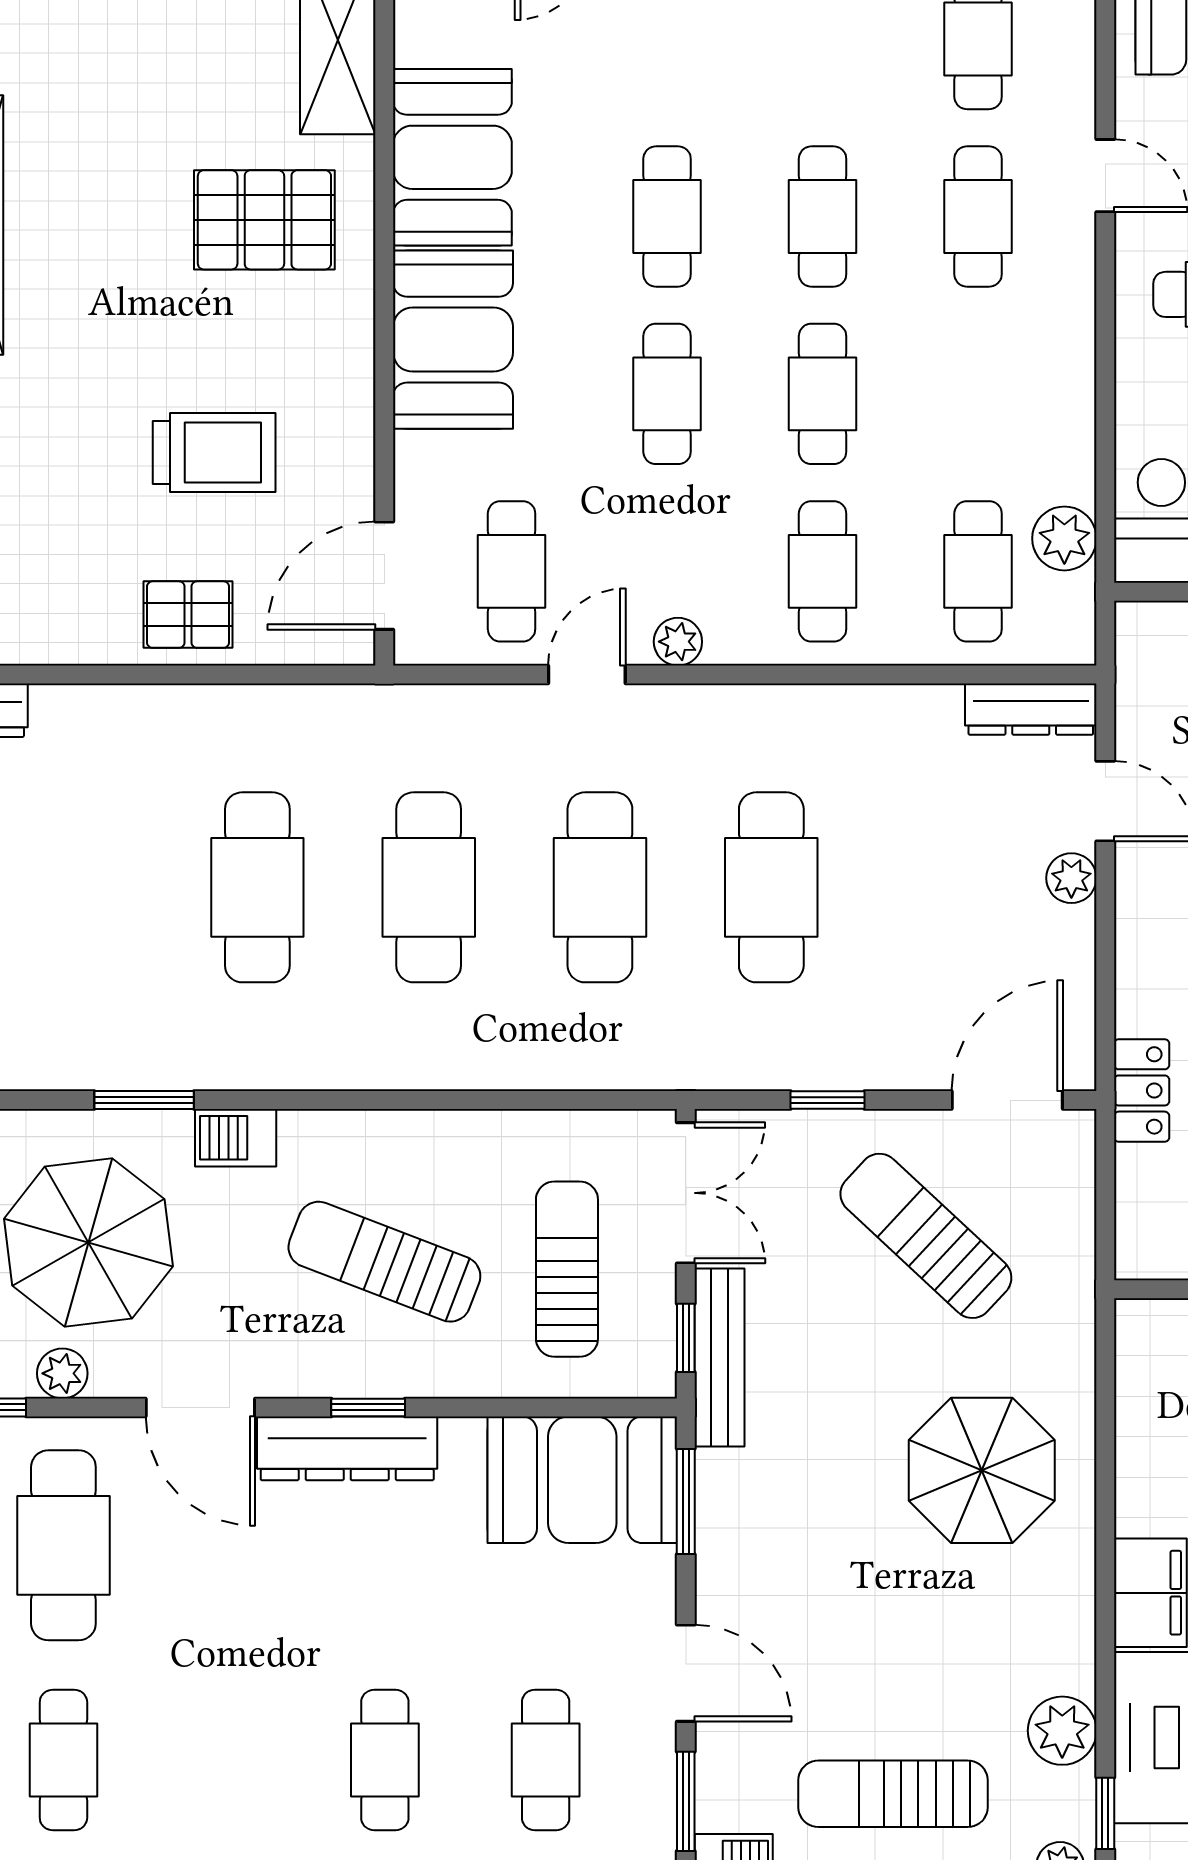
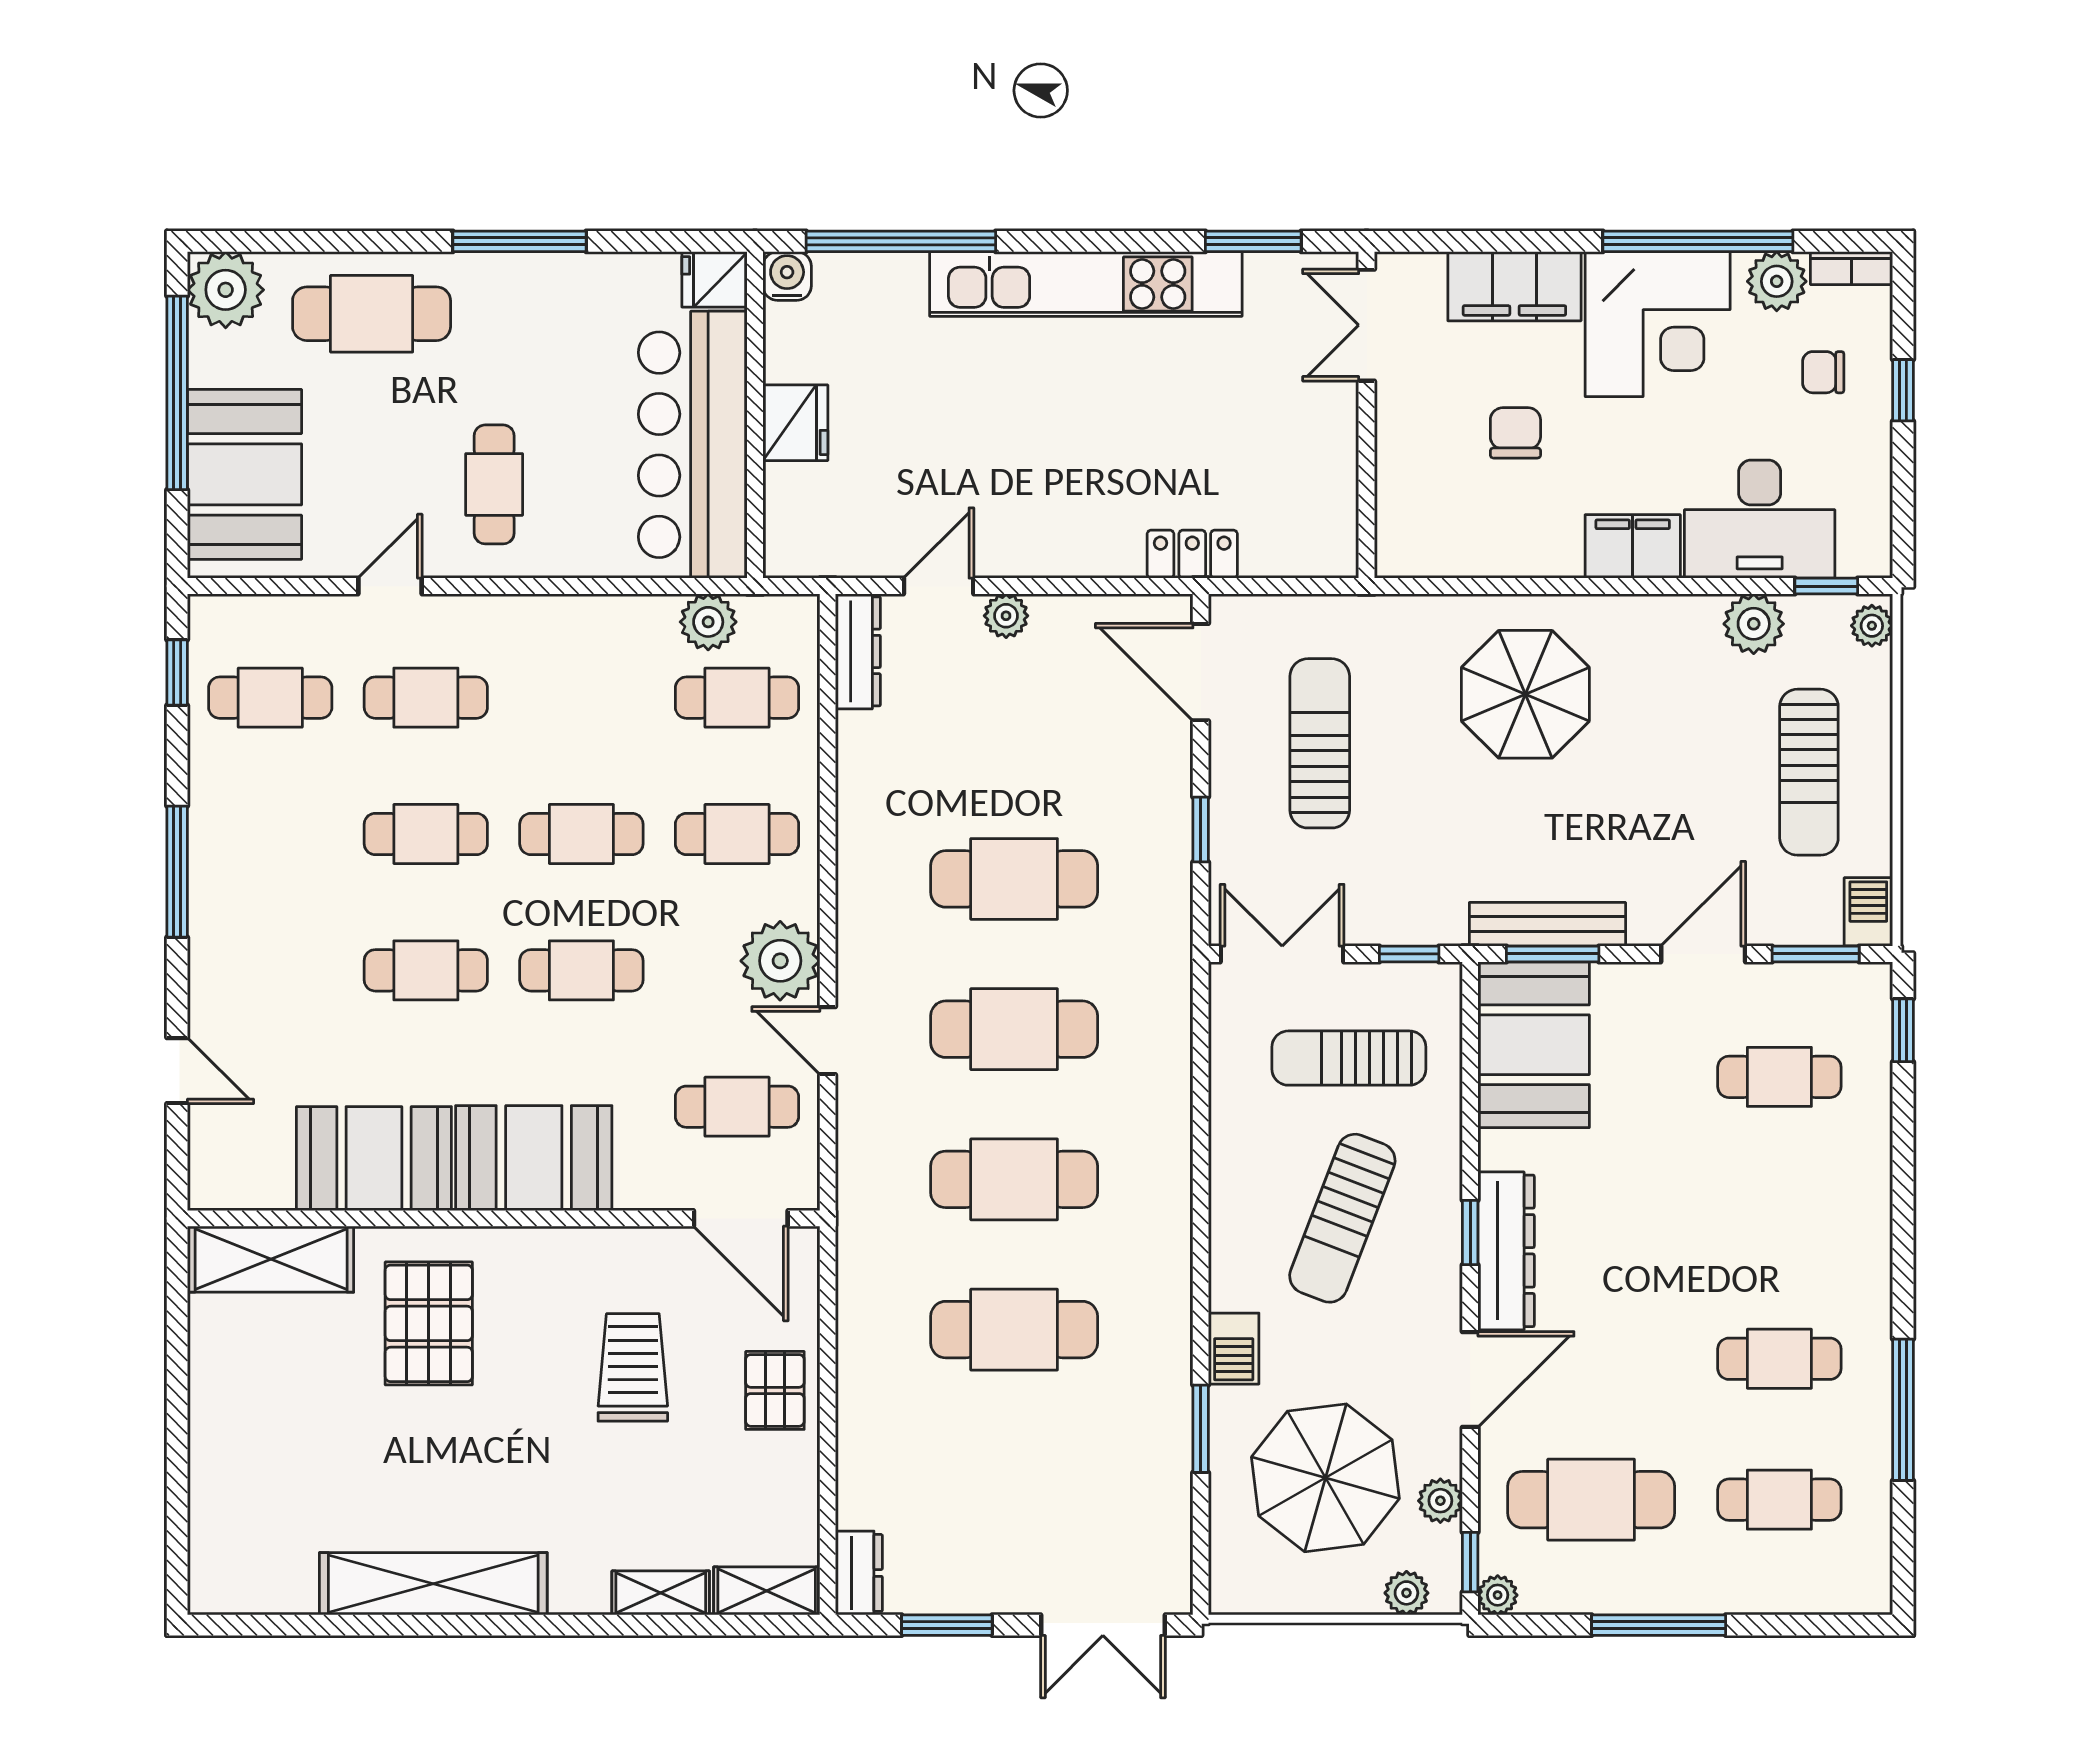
plant: (678, 642) -> (780, 961), width x1.88, depth x1.88
sun lounger: (926, 1236) -> (1320, 743), turned 137
bench: (720, 1358) -> (1547, 924), moved
cafe table: (385, 1760) -> (1779, 1359), moved

